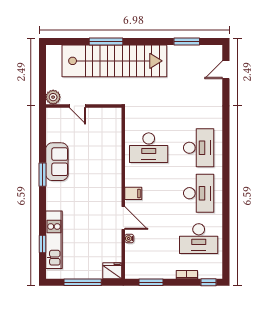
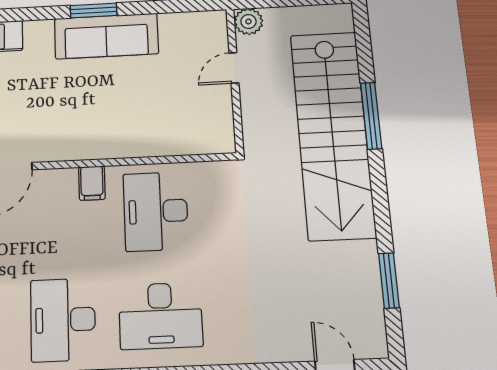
sofa: (57, 162) -> (106, 36), width x1.36
filing cabinet: (133, 193) -> (92, 183), moved
desk: (199, 193) -> (63, 320), turned 90

